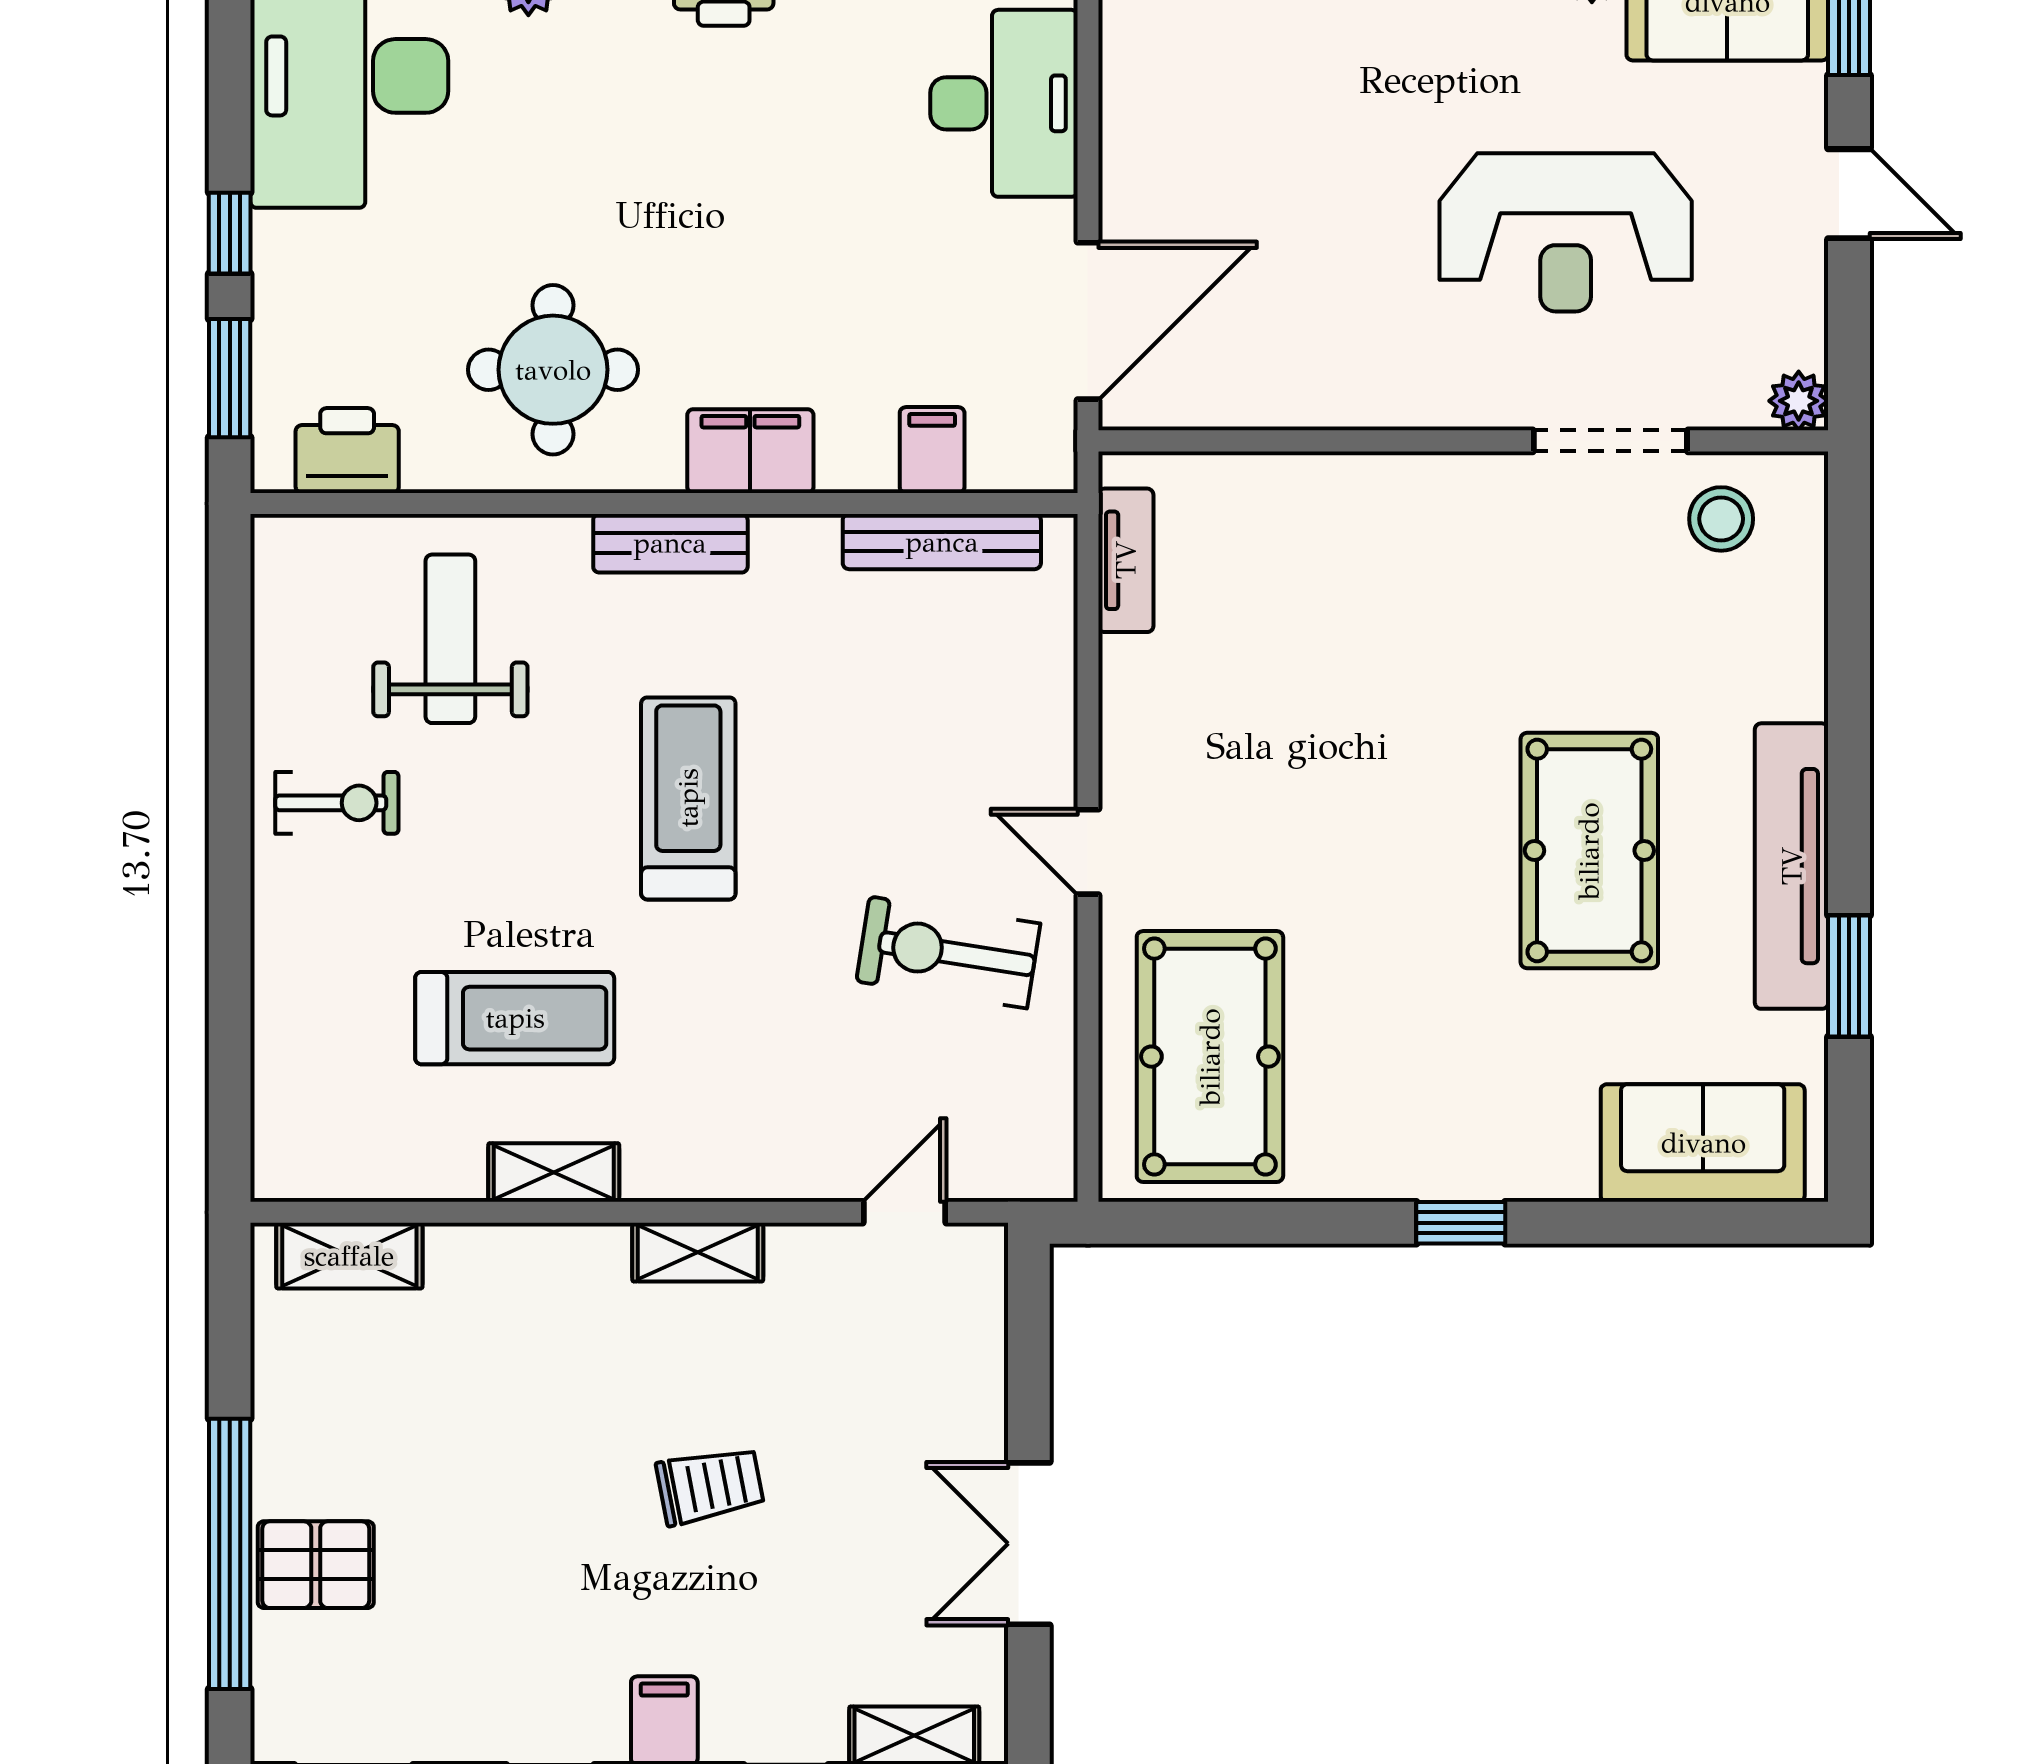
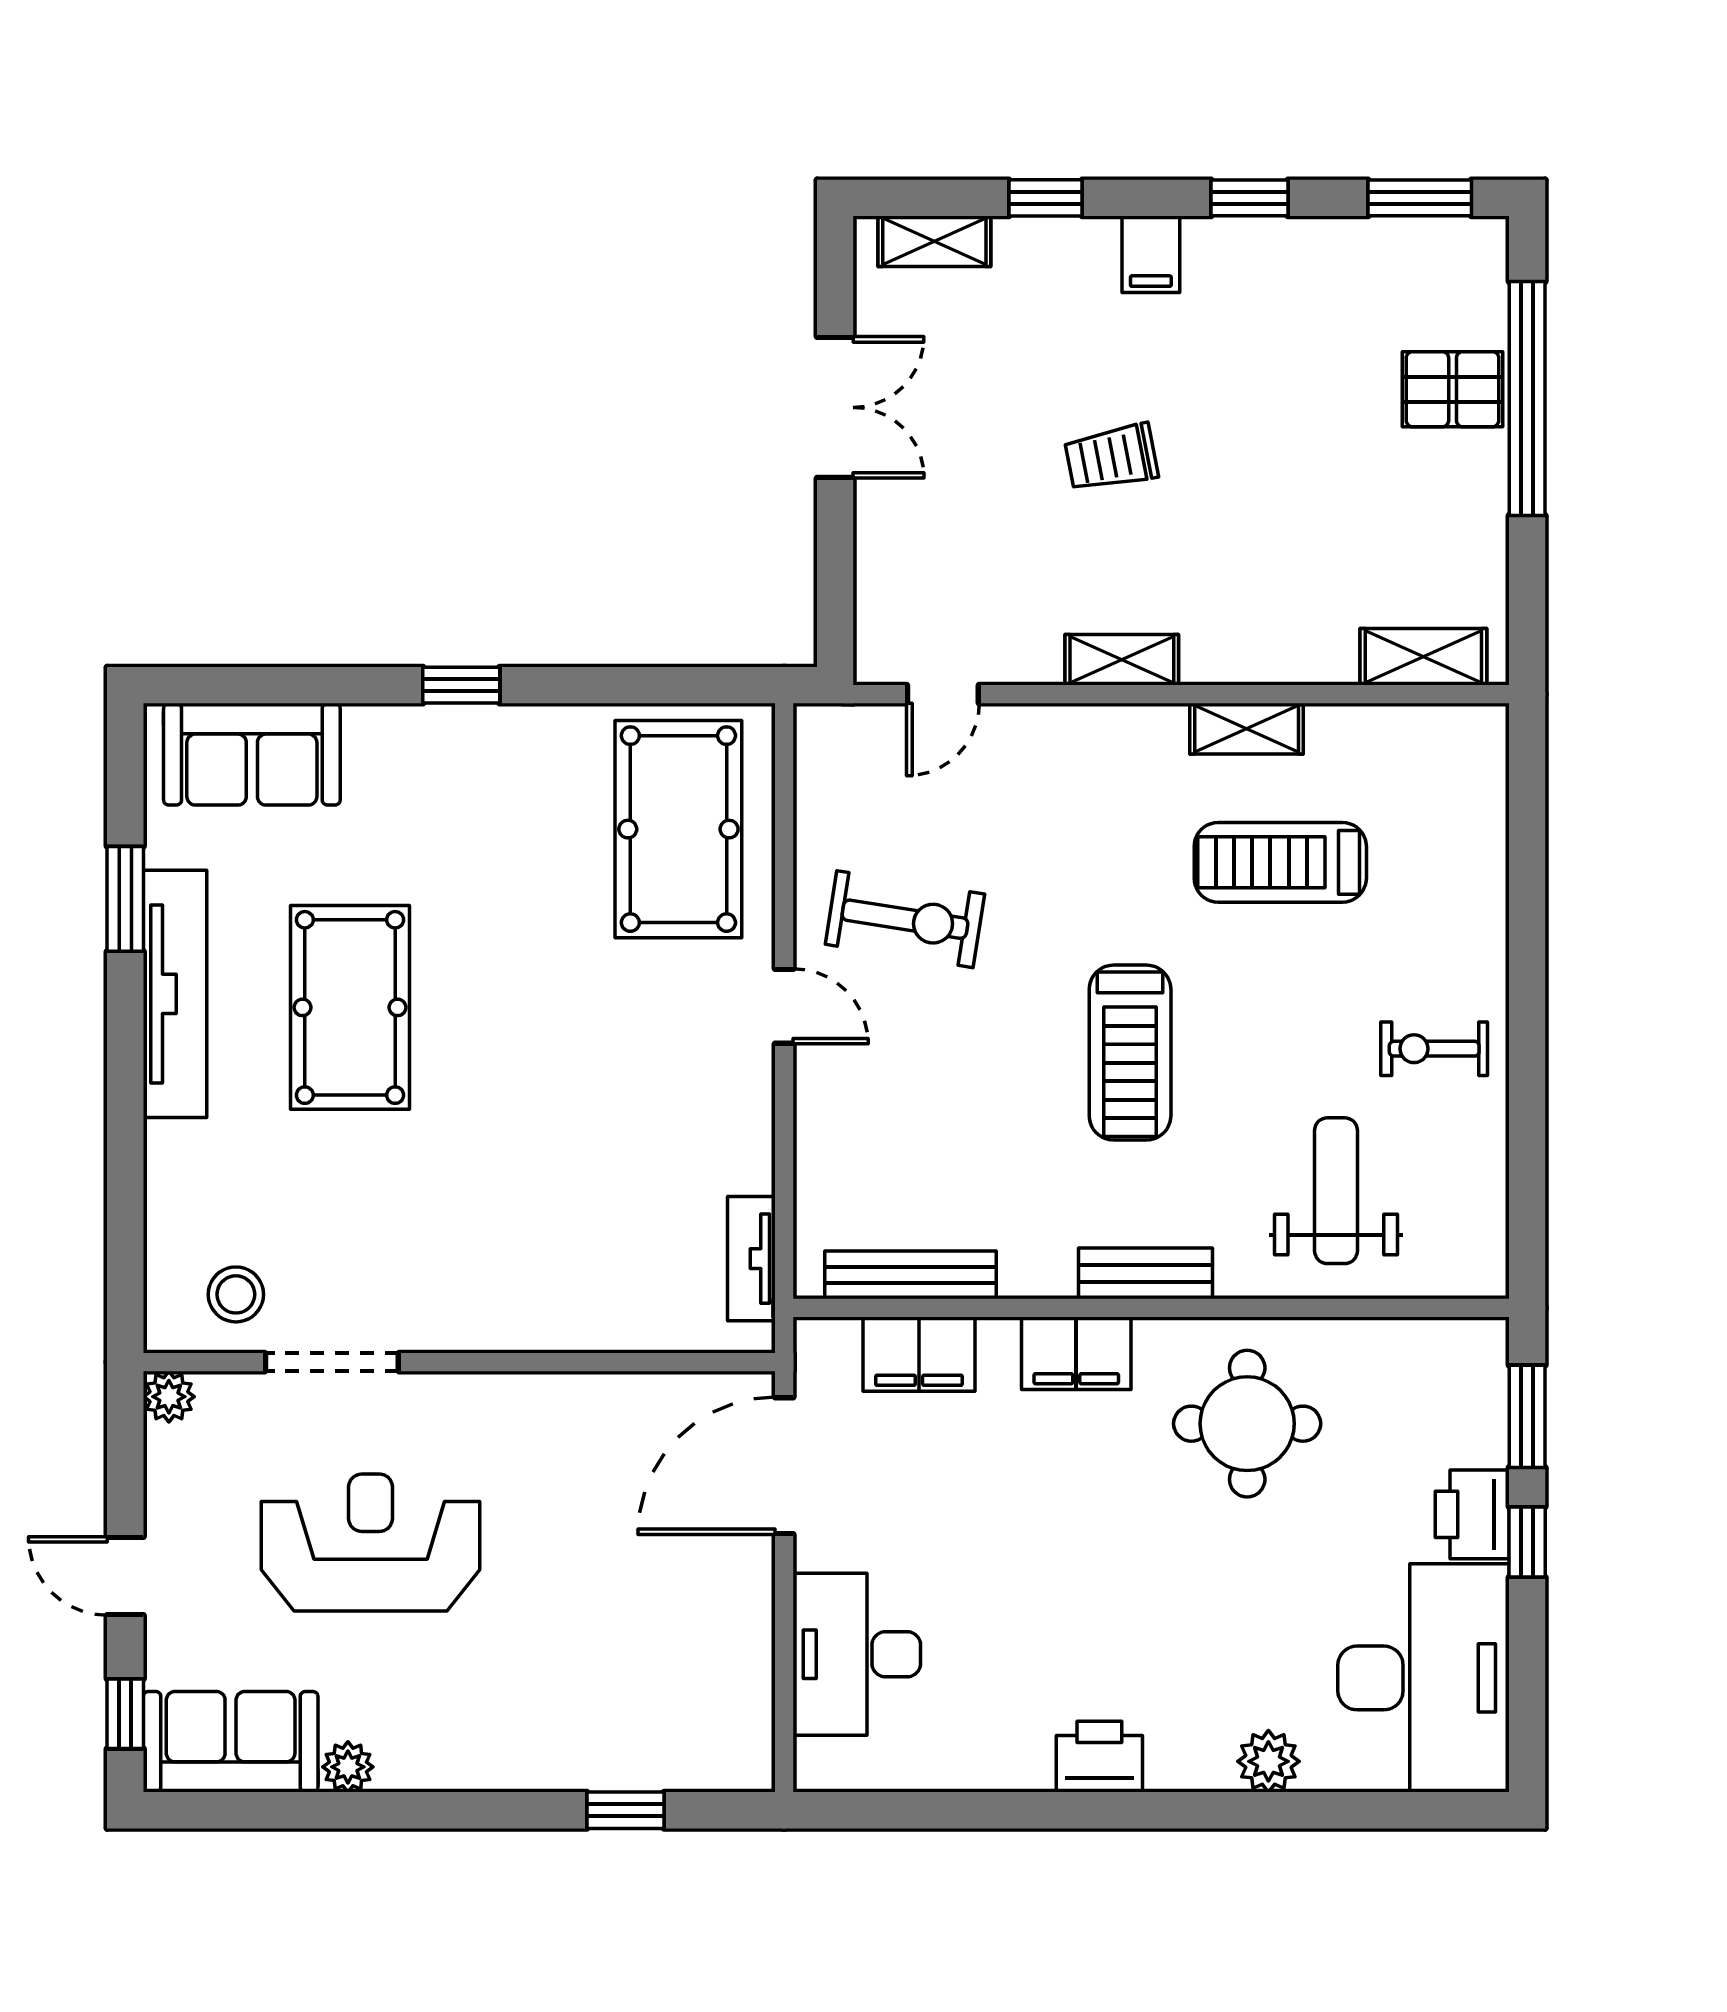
printer: (347, 450) -> (1472, 1514), moved, turned 90
filing cabinet: (932, 450) -> (919, 1354), width x2.00
weight bench: (450, 639) -> (1336, 1191), turned 180

